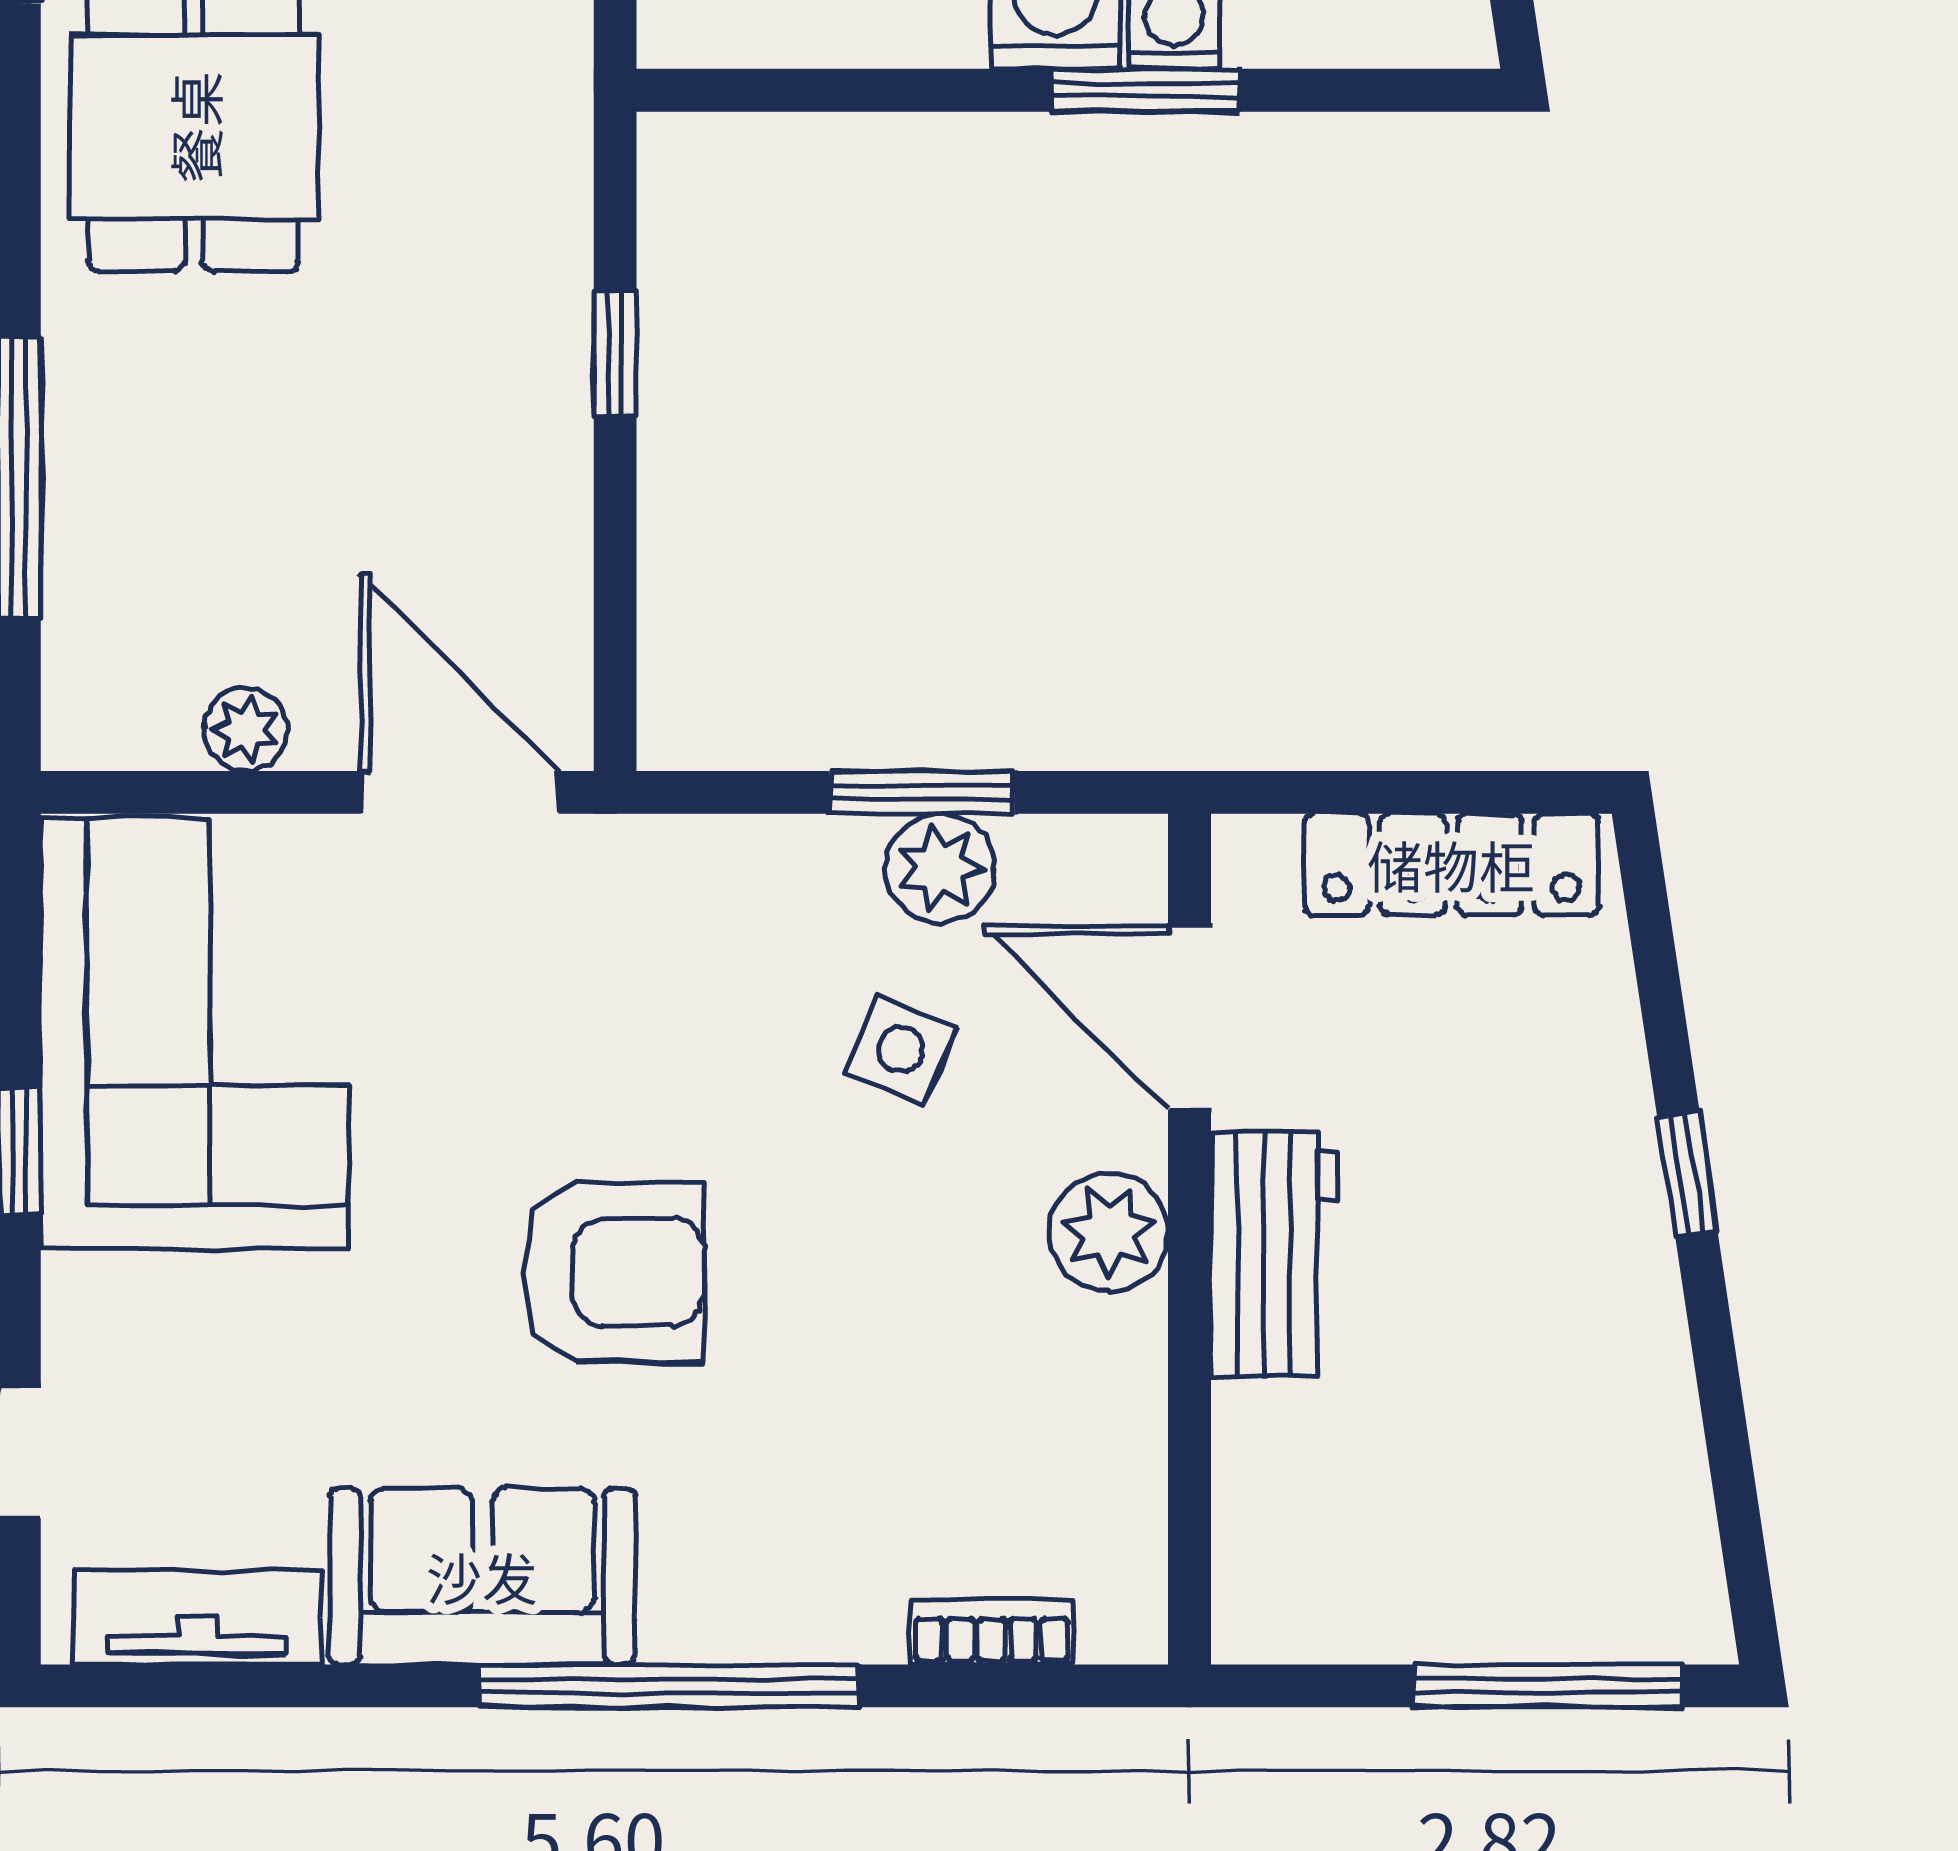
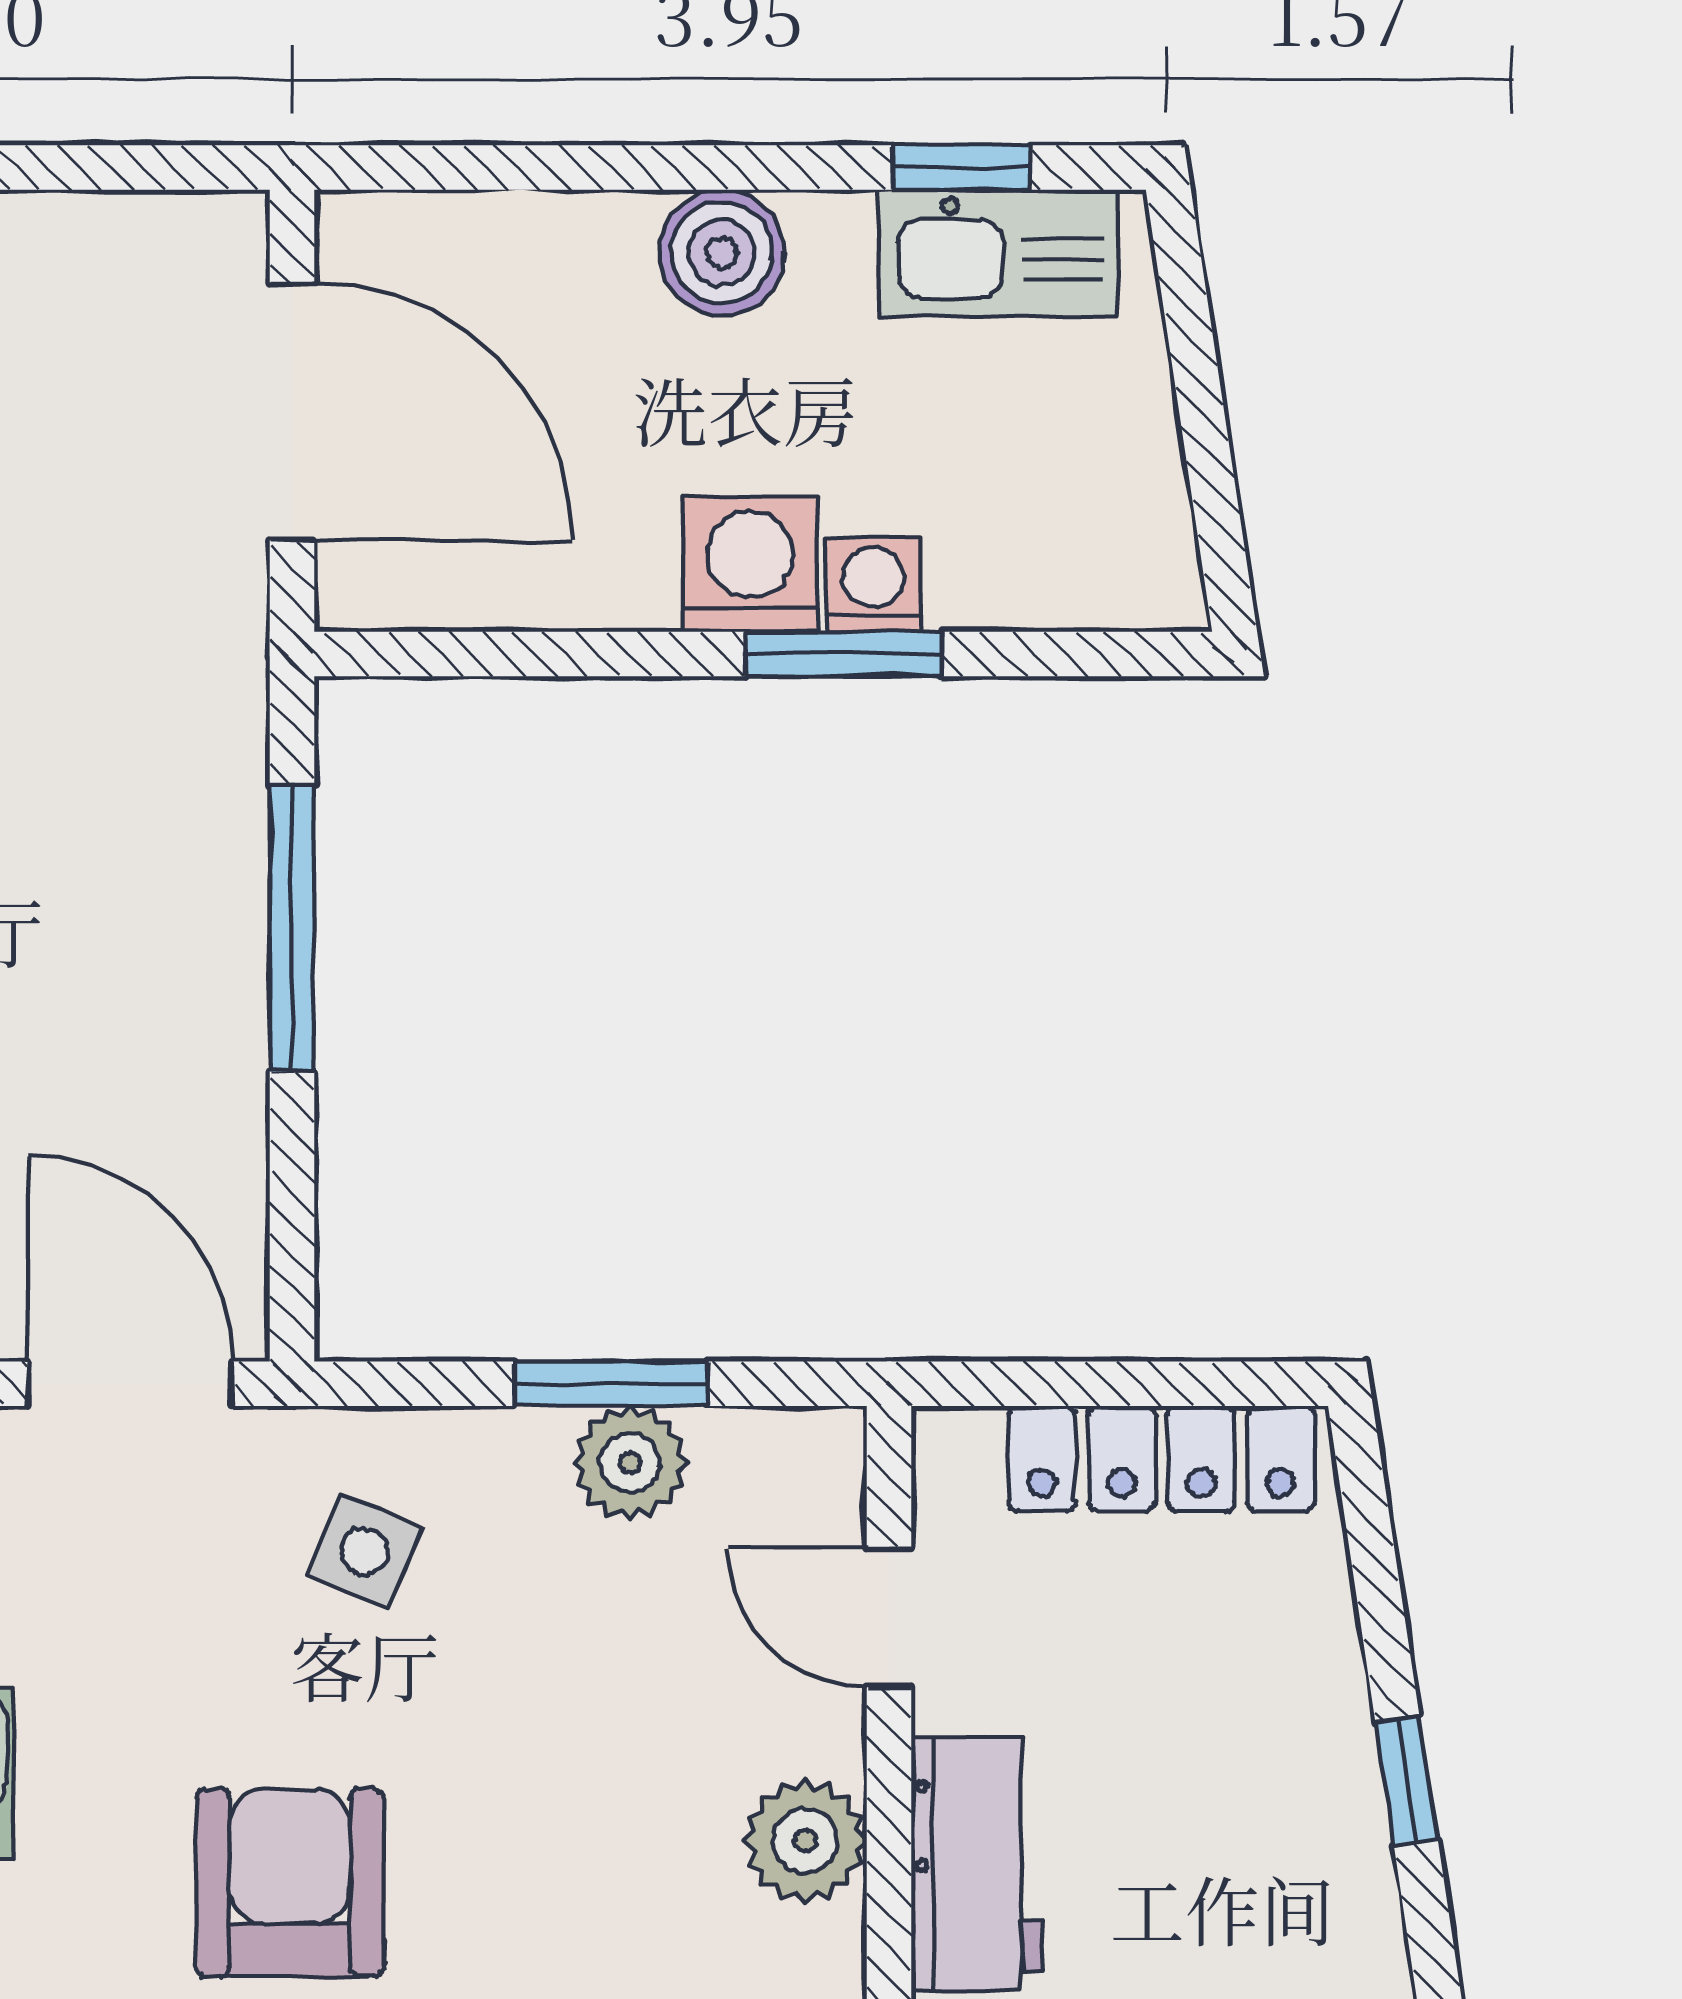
window: (615, 354) -> (292, 928), width x2.17
door: (1189, 1017) -> (889, 1618), width x0.73
side table: (900, 1049) -> (364, 1551), moved
armchair: (613, 1272) -> (290, 1883), turned -90

